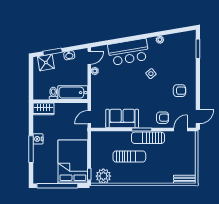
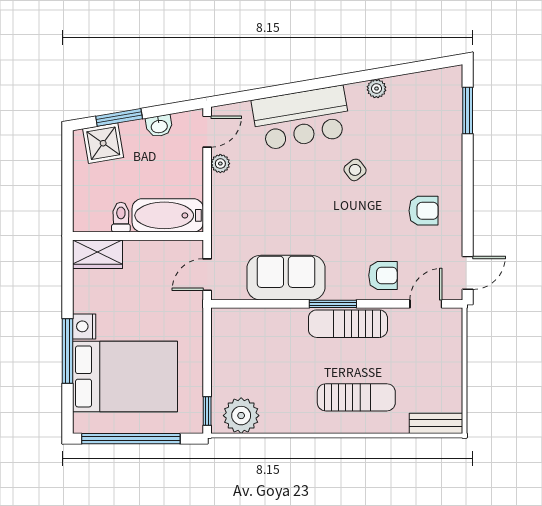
sun lounger: (129, 157) -> (356, 397), moved
bed: (73, 162) -> (125, 376), moved, turned 90

